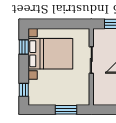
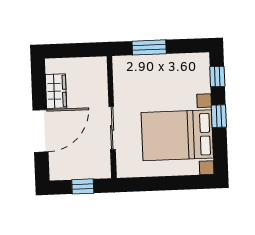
window: (24, 47) -> (219, 116), moved

